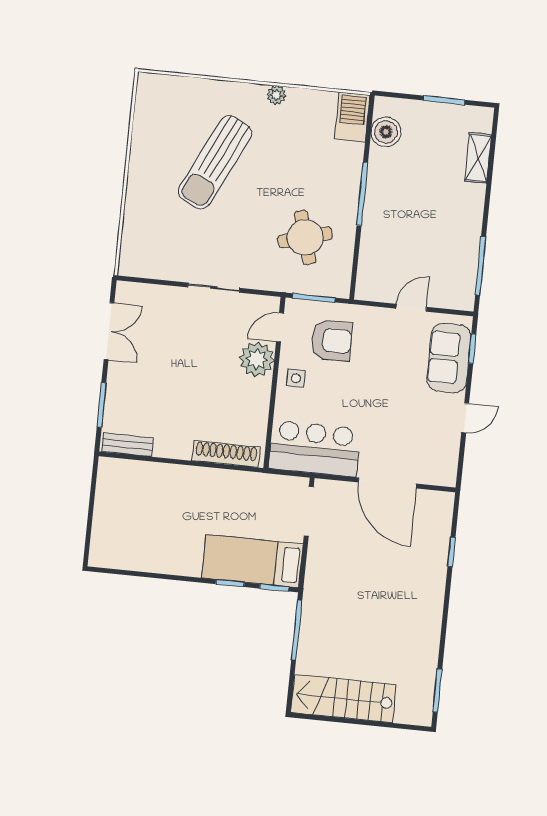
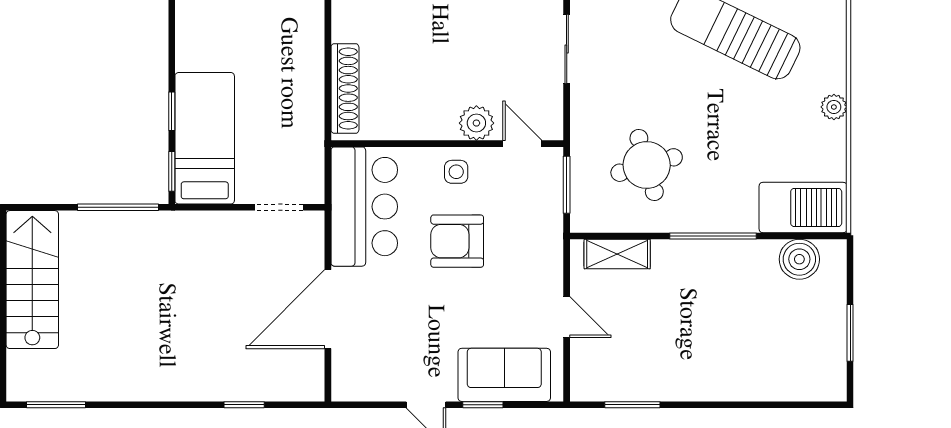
barbecue: (352, 117) -> (803, 207), width x1.37, depth x1.21
shelving: (478, 158) -> (617, 254), moved
window: (481, 266) -> (632, 405), width x0.69
armchair: (332, 340) -> (457, 241), moved, turned 90
window: (472, 349) -> (483, 405), moved
plant: (257, 359) -> (476, 123), width x0.73, depth x0.73
doorway: (309, 511) -> (279, 207), width x0.73

